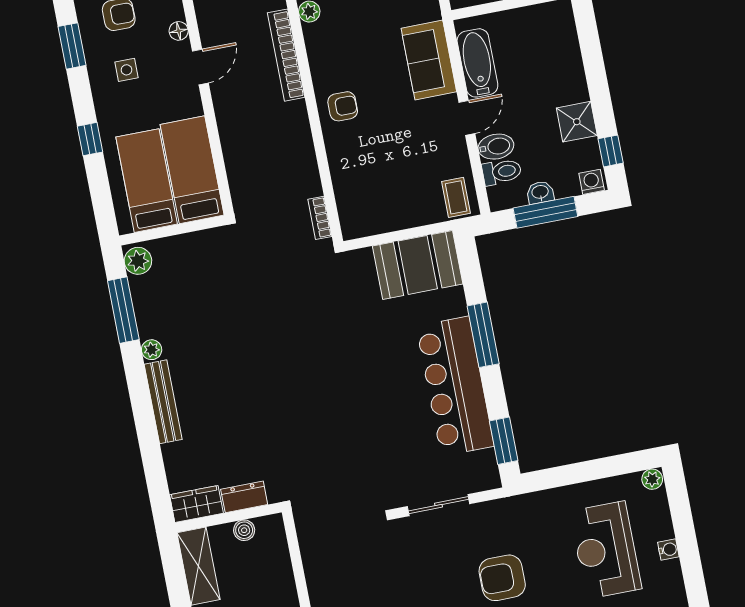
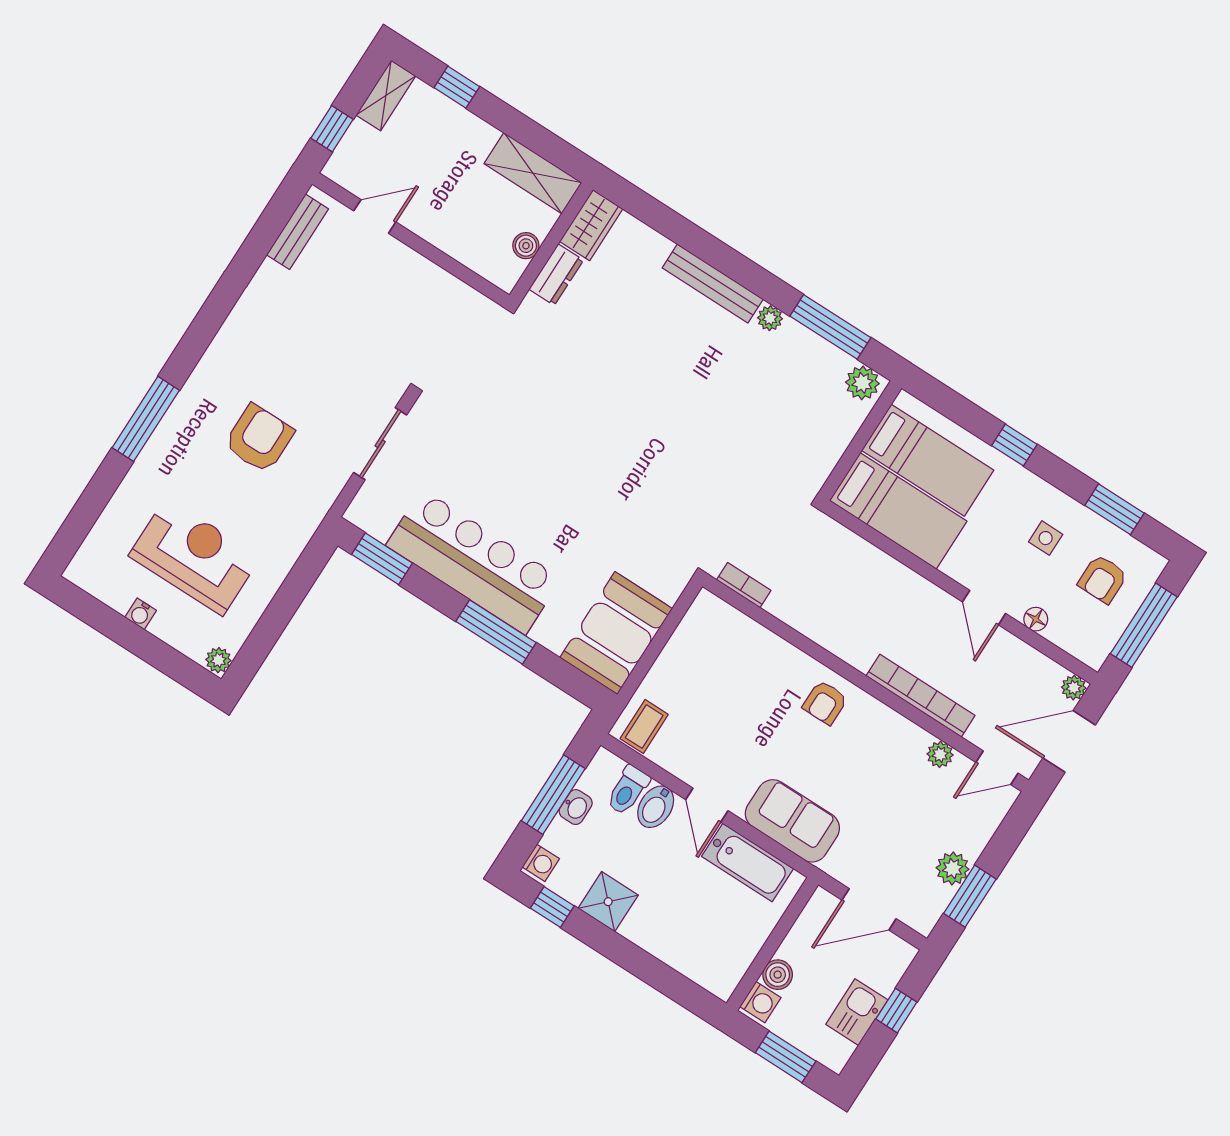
coffee table: (456, 197) -> (644, 727), turned 90

